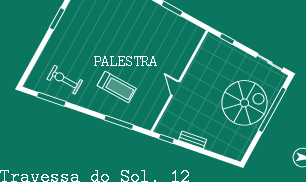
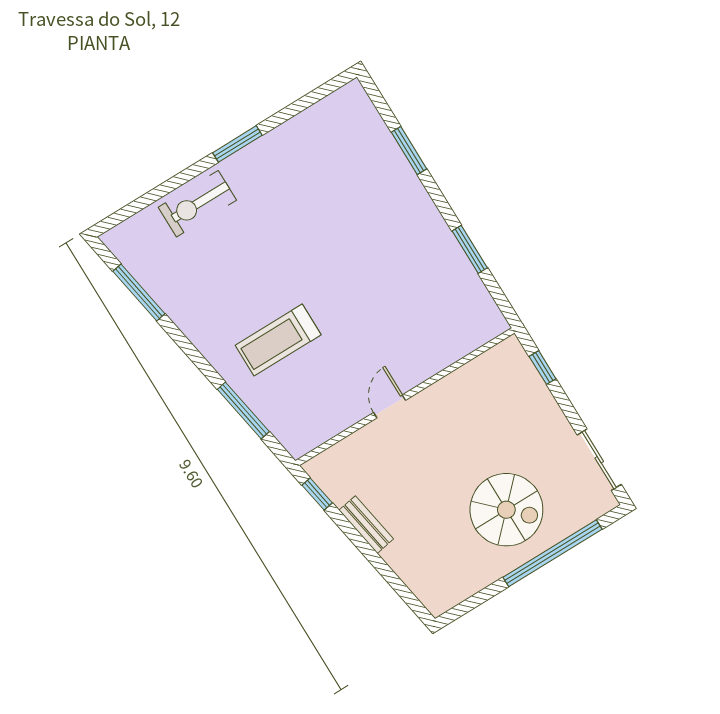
exercise bike: (65, 80) -> (197, 204), moved, turned -90
treadmill: (117, 87) -> (278, 340), turned 90
spiral stairs: (244, 103) -> (506, 510), width x0.73, depth x0.73

